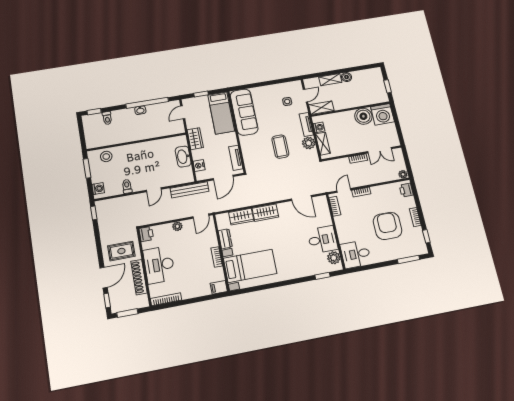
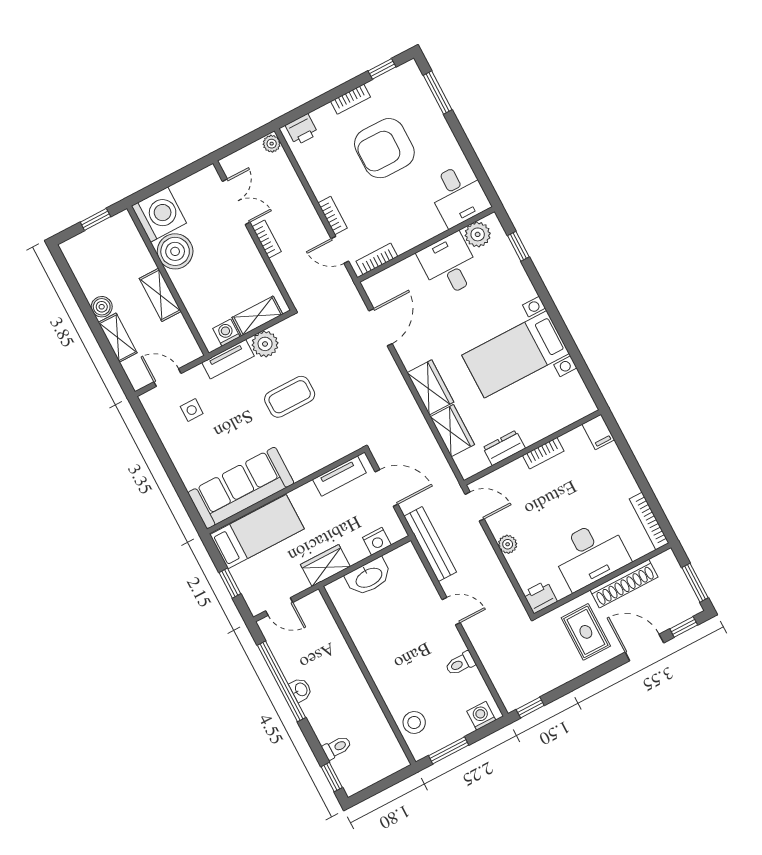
shelving: (321, 108) -> (160, 295), moved
bed with nightstands: (250, 266) -> (516, 354), moved, turned -90

